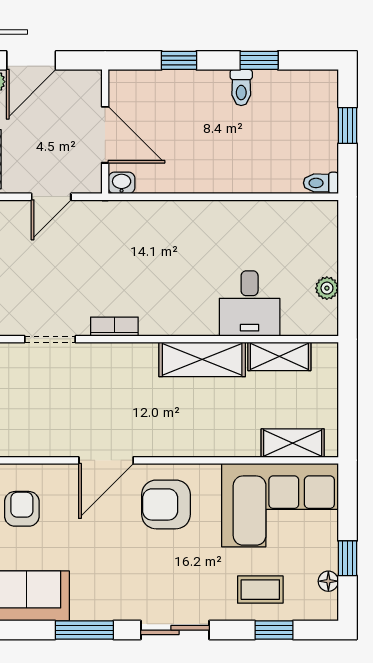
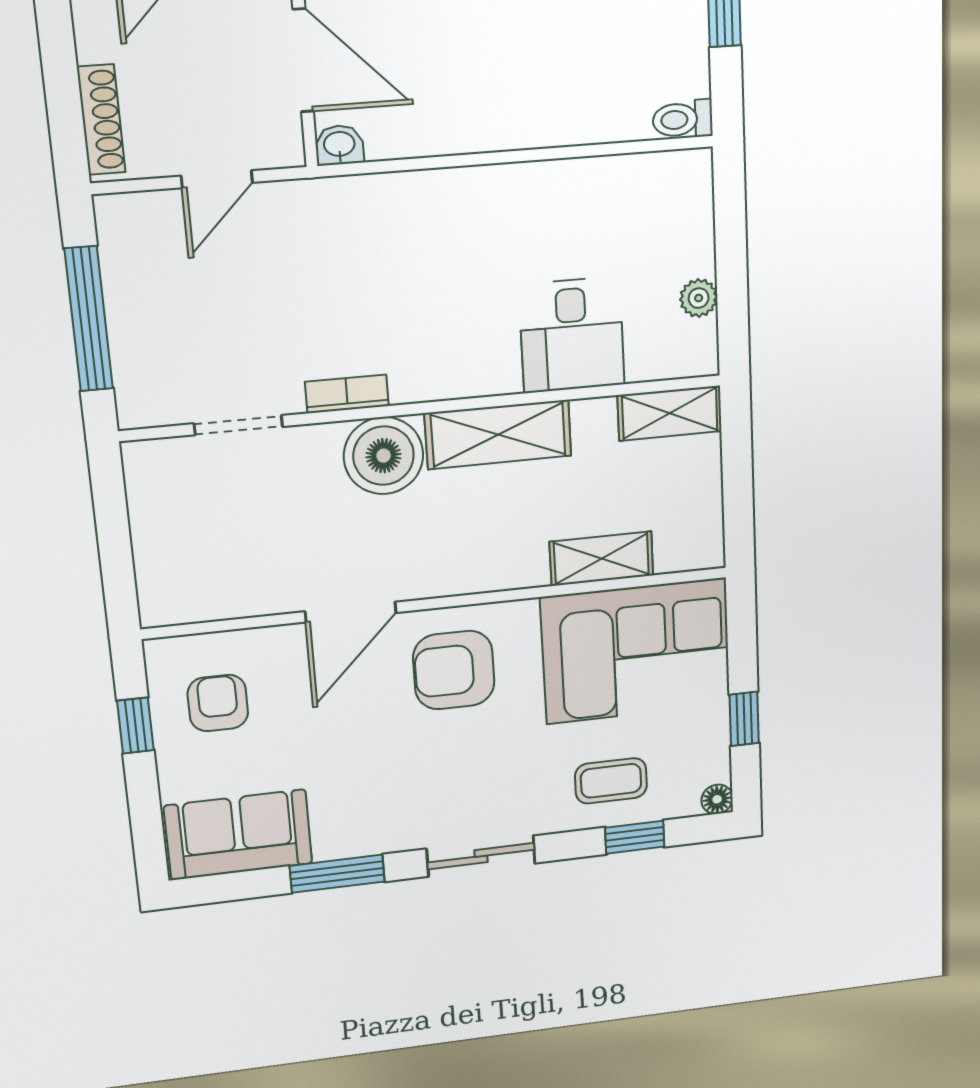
shelving: (279, 356) -> (670, 413), moved
boiler: (133, 366) -> (384, 456), added
shelving: (293, 443) -> (601, 559), moved
floor lamp: (328, 581) -> (717, 799), moved

